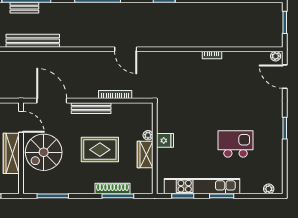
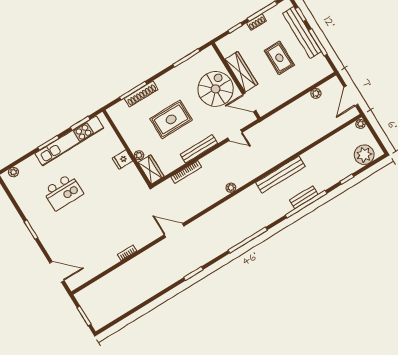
door: (126, 49) -> (174, 230), moved
plant: (276, 56) -> (231, 188), moved
door: (52, 101) -> (235, 135), width x0.53
wardrobe: (145, 154) -> (151, 170), moved

